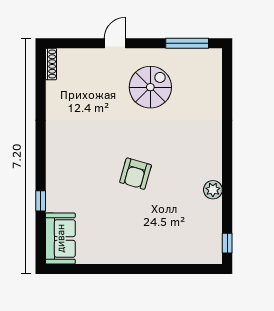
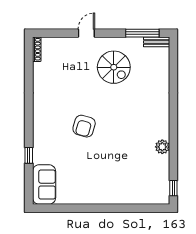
bench: (205, 55) -> (157, 42), added
spiral stairs: (150, 87) -> (114, 67), turned 90
armchair: (136, 174) -> (84, 126), moved

